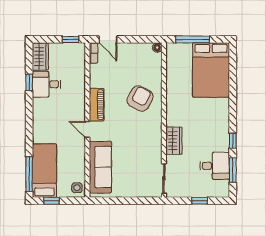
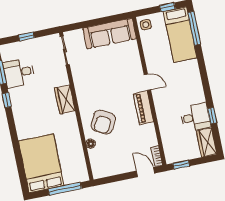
floor lamp: (157, 48) -> (91, 144), moved
wardrobe: (174, 141) -> (65, 99), moved
sofa: (100, 167) -> (110, 33), moved, turned -90

